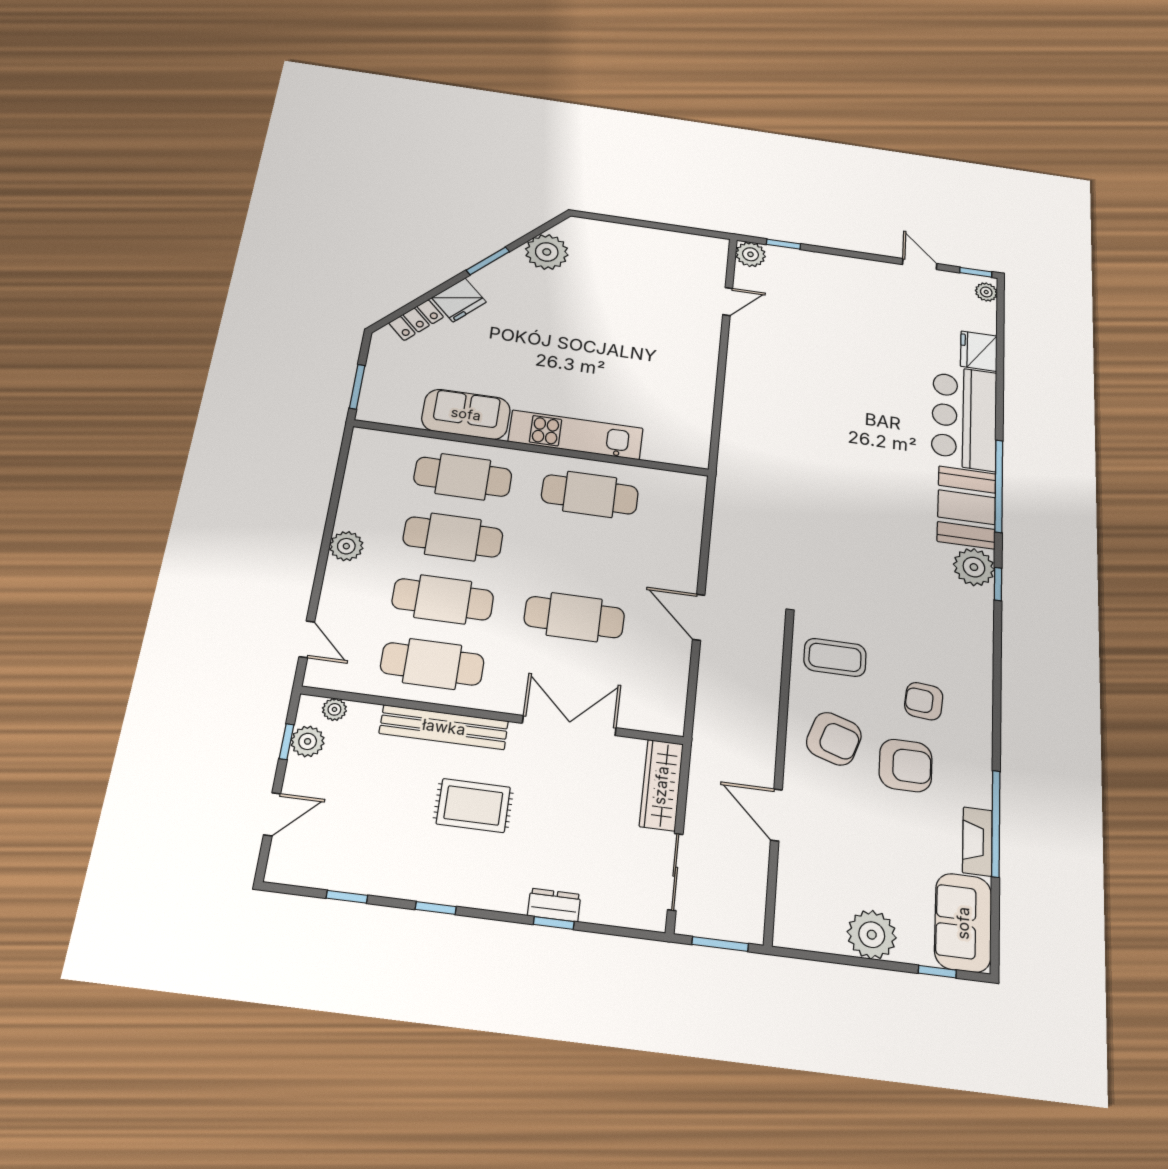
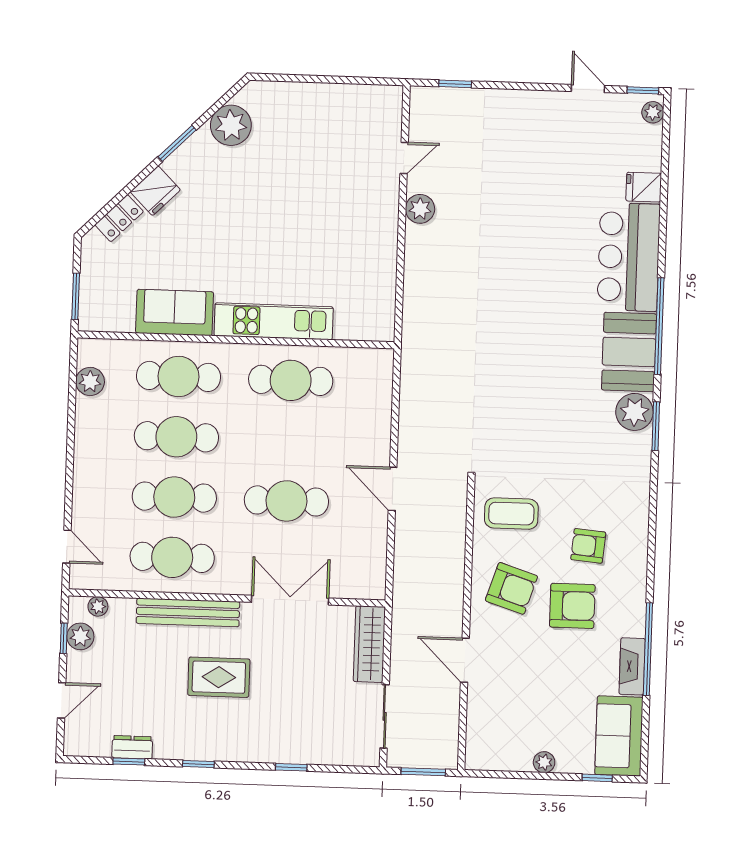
plant: (750, 254) -> (420, 209), moved
fridge: (979, 351) -> (644, 187), width x0.72
plant: (346, 546) -> (90, 381), moved
window: (998, 584) -> (656, 426), width x1.50
dresser: (554, 905) -> (132, 747), moved
plant: (872, 935) -> (544, 762), width x0.53, depth x0.53

